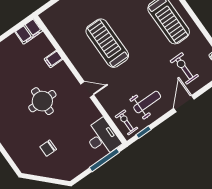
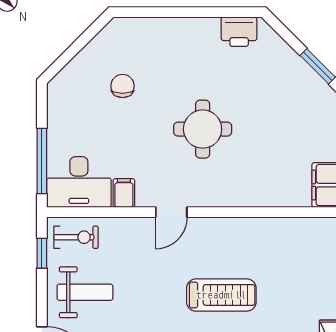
treadmill: (107, 43) -> (221, 295), width x0.73, depth x0.73
filing cabinet: (53, 59) -> (124, 193), moved
weight bench: (147, 102) -> (85, 292), turned -90

